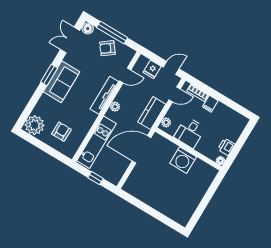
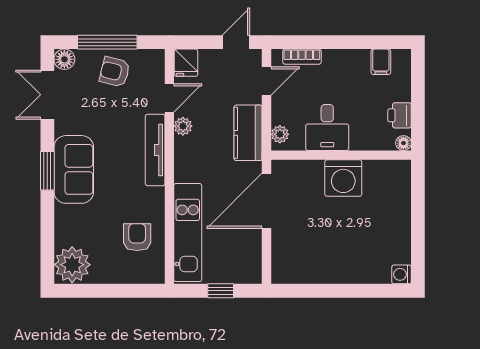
armchair: (107, 48) -> (115, 72), turned 51
fridge: (152, 69) -> (186, 63), moved
filing cabinet: (210, 104) -> (381, 62), moved
plant: (115, 107) -> (183, 126), moved
armchair: (61, 132) -> (137, 237), moved
washing machine: (183, 220) -> (402, 274), added

